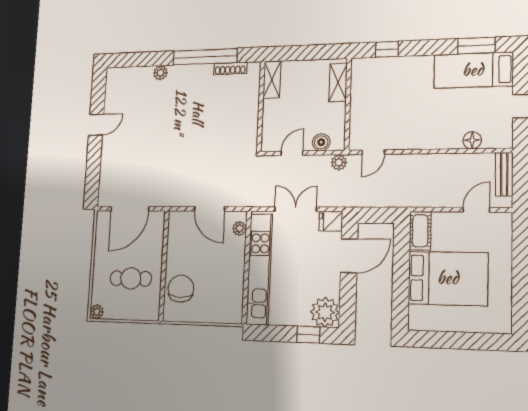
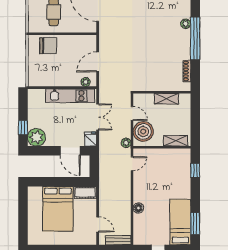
window: (205, 57) -> (195, 38), moved
shelving: (272, 80) -> (166, 99), moved
floor lamp: (472, 140) -> (138, 208), moved
boiler: (321, 142) -> (143, 132), width x1.86, depth x1.86
door: (373, 152) -> (132, 164), swing flipped
kitchen unit: (259, 269) -> (70, 96), width x0.73

